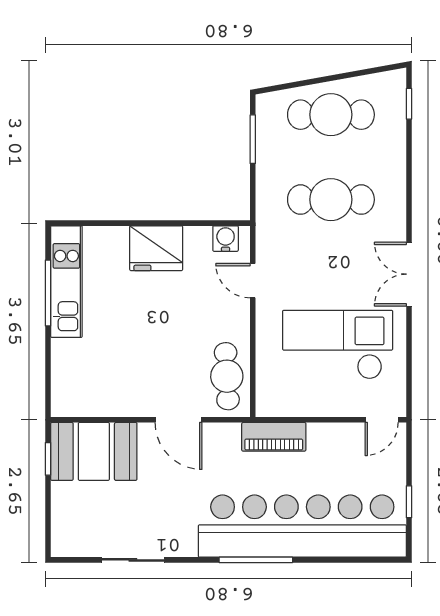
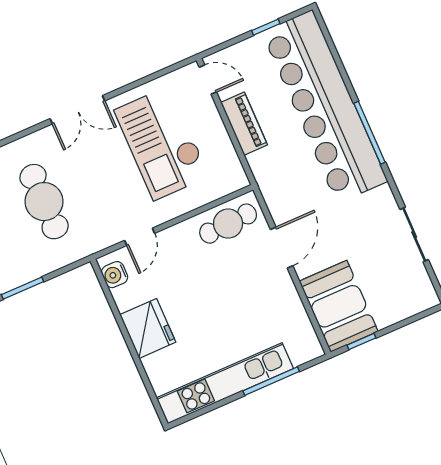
kitchen unit: (66, 282) -> (225, 383), width x1.36
window: (48, 293) -> (271, 381), moved
piano: (274, 437) -> (244, 124), moved

